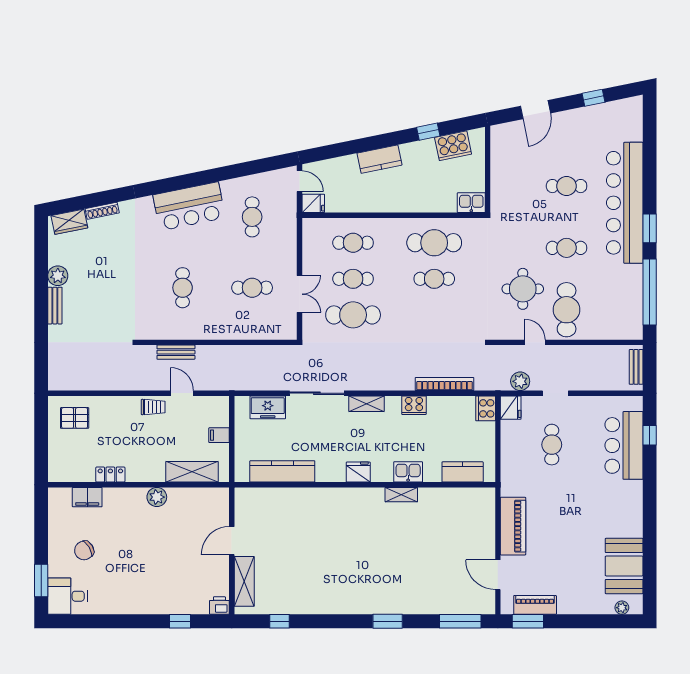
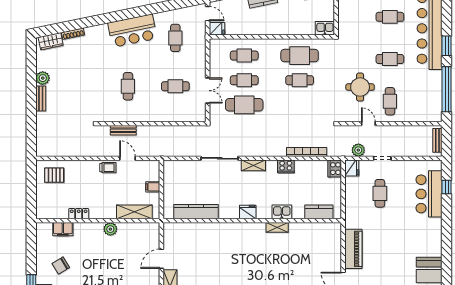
cafe table: (567, 310) -> (390, 101), width x0.73, depth x0.74
freezer: (268, 407) -> (186, 168), removed

